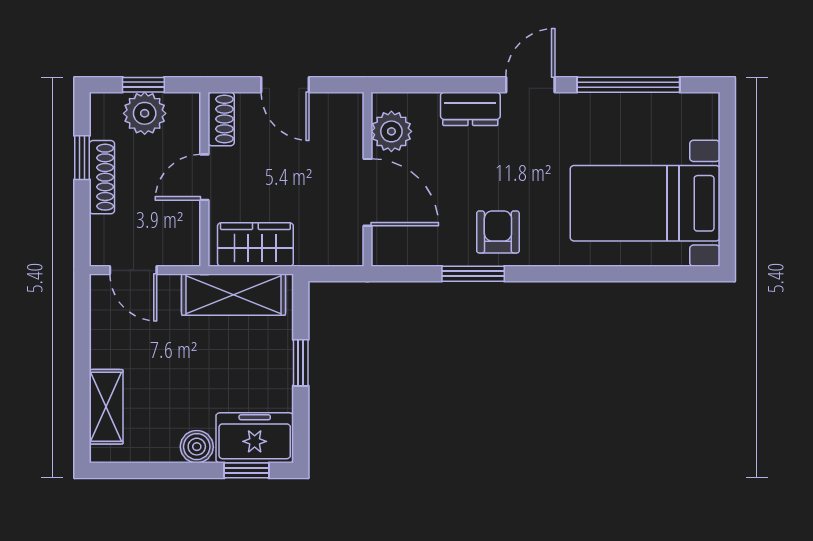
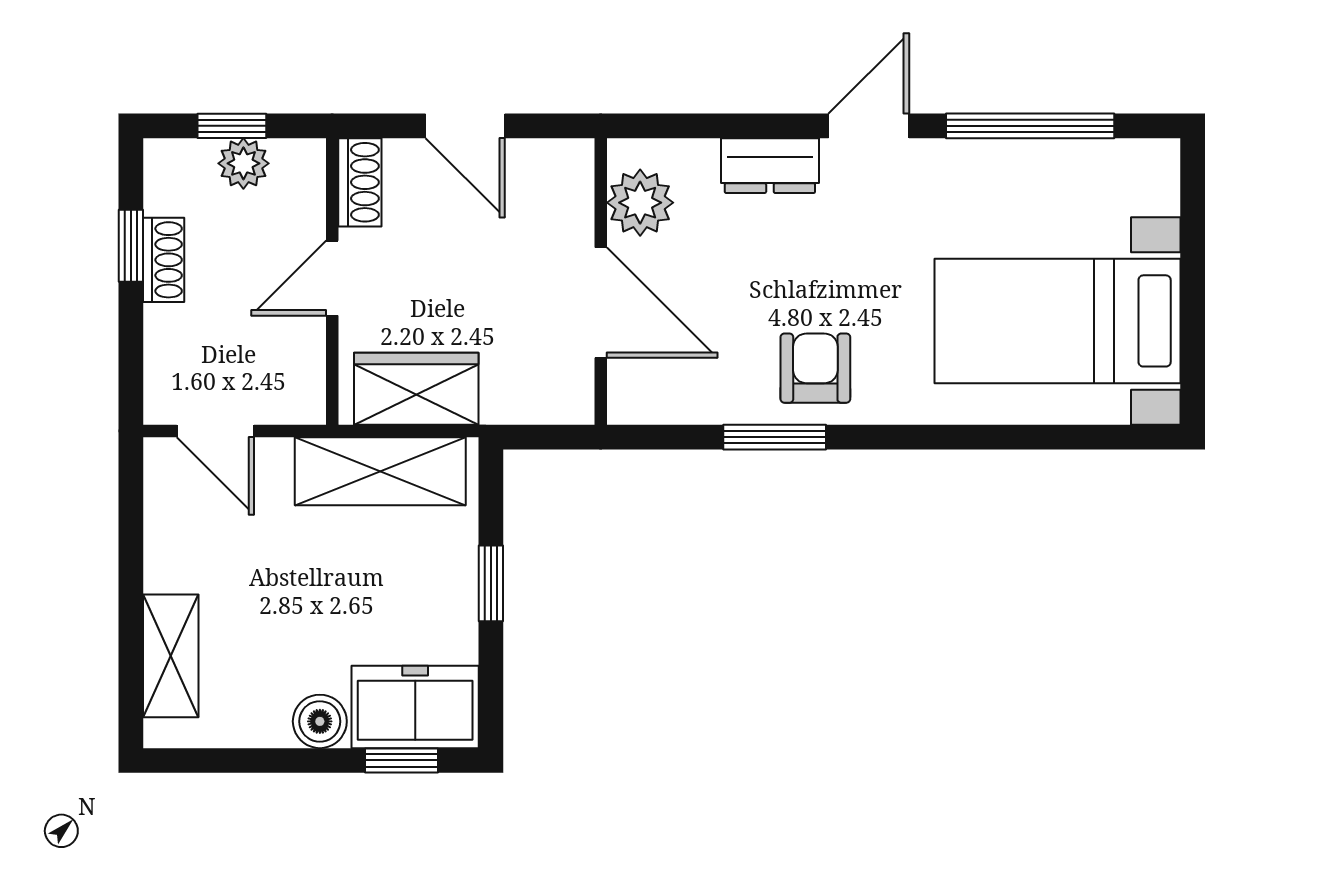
plant: (145, 113) -> (243, 163), width x0.73, depth x0.73
shoe rack: (102, 177) -> (164, 260), width x0.70

